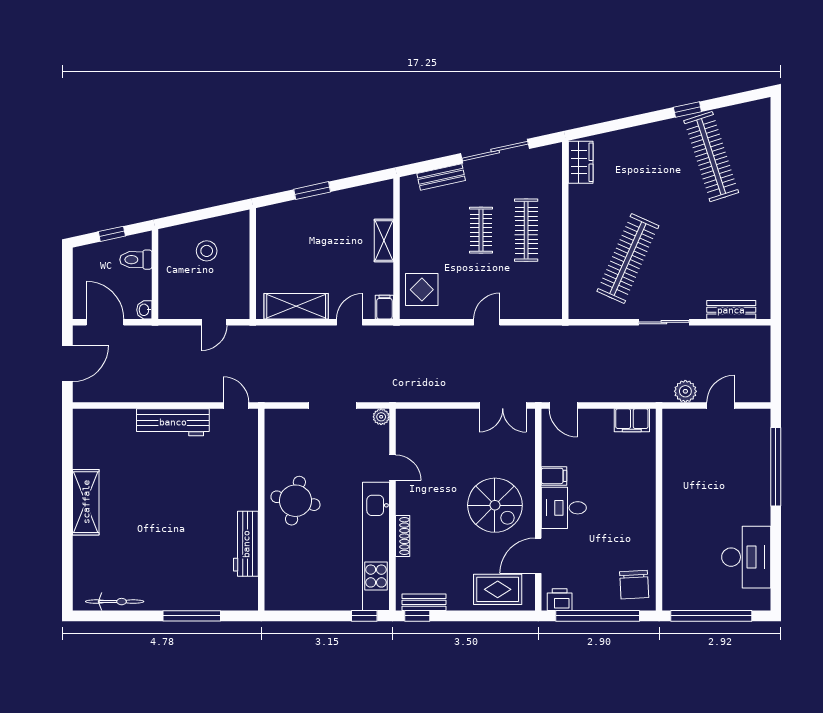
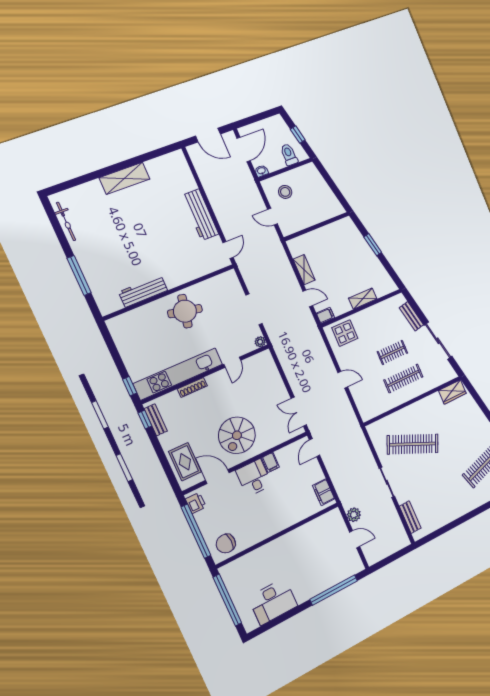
stool: (207, 251) -> (285, 192), moved
shelving: (296, 306) -> (304, 270), width x0.67, depth x0.75

